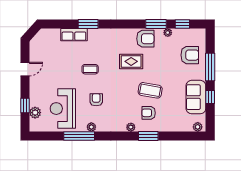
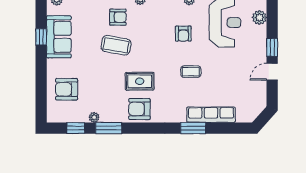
row of seats: (74, 35) -> (211, 115), width x1.48
armchair: (145, 39) -> (139, 109), moved
window: (210, 67) -> (41, 74), removed
window: (25, 105) -> (272, 47), moved

